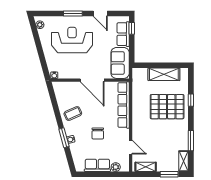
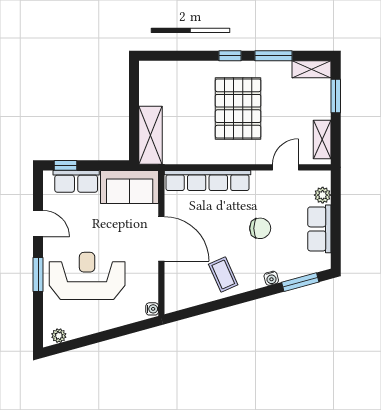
door: (100, 14) -> (38, 224), hinge flipped
reception desk: (72, 40) -> (87, 276), turned 90
shelving: (164, 74) -> (151, 135), moved
door: (92, 80) -> (161, 239), hinge flipped
window: (191, 100) -> (230, 56), moved
pallet: (167, 107) -> (238, 108), moved
window: (64, 138) -> (300, 282), moved

